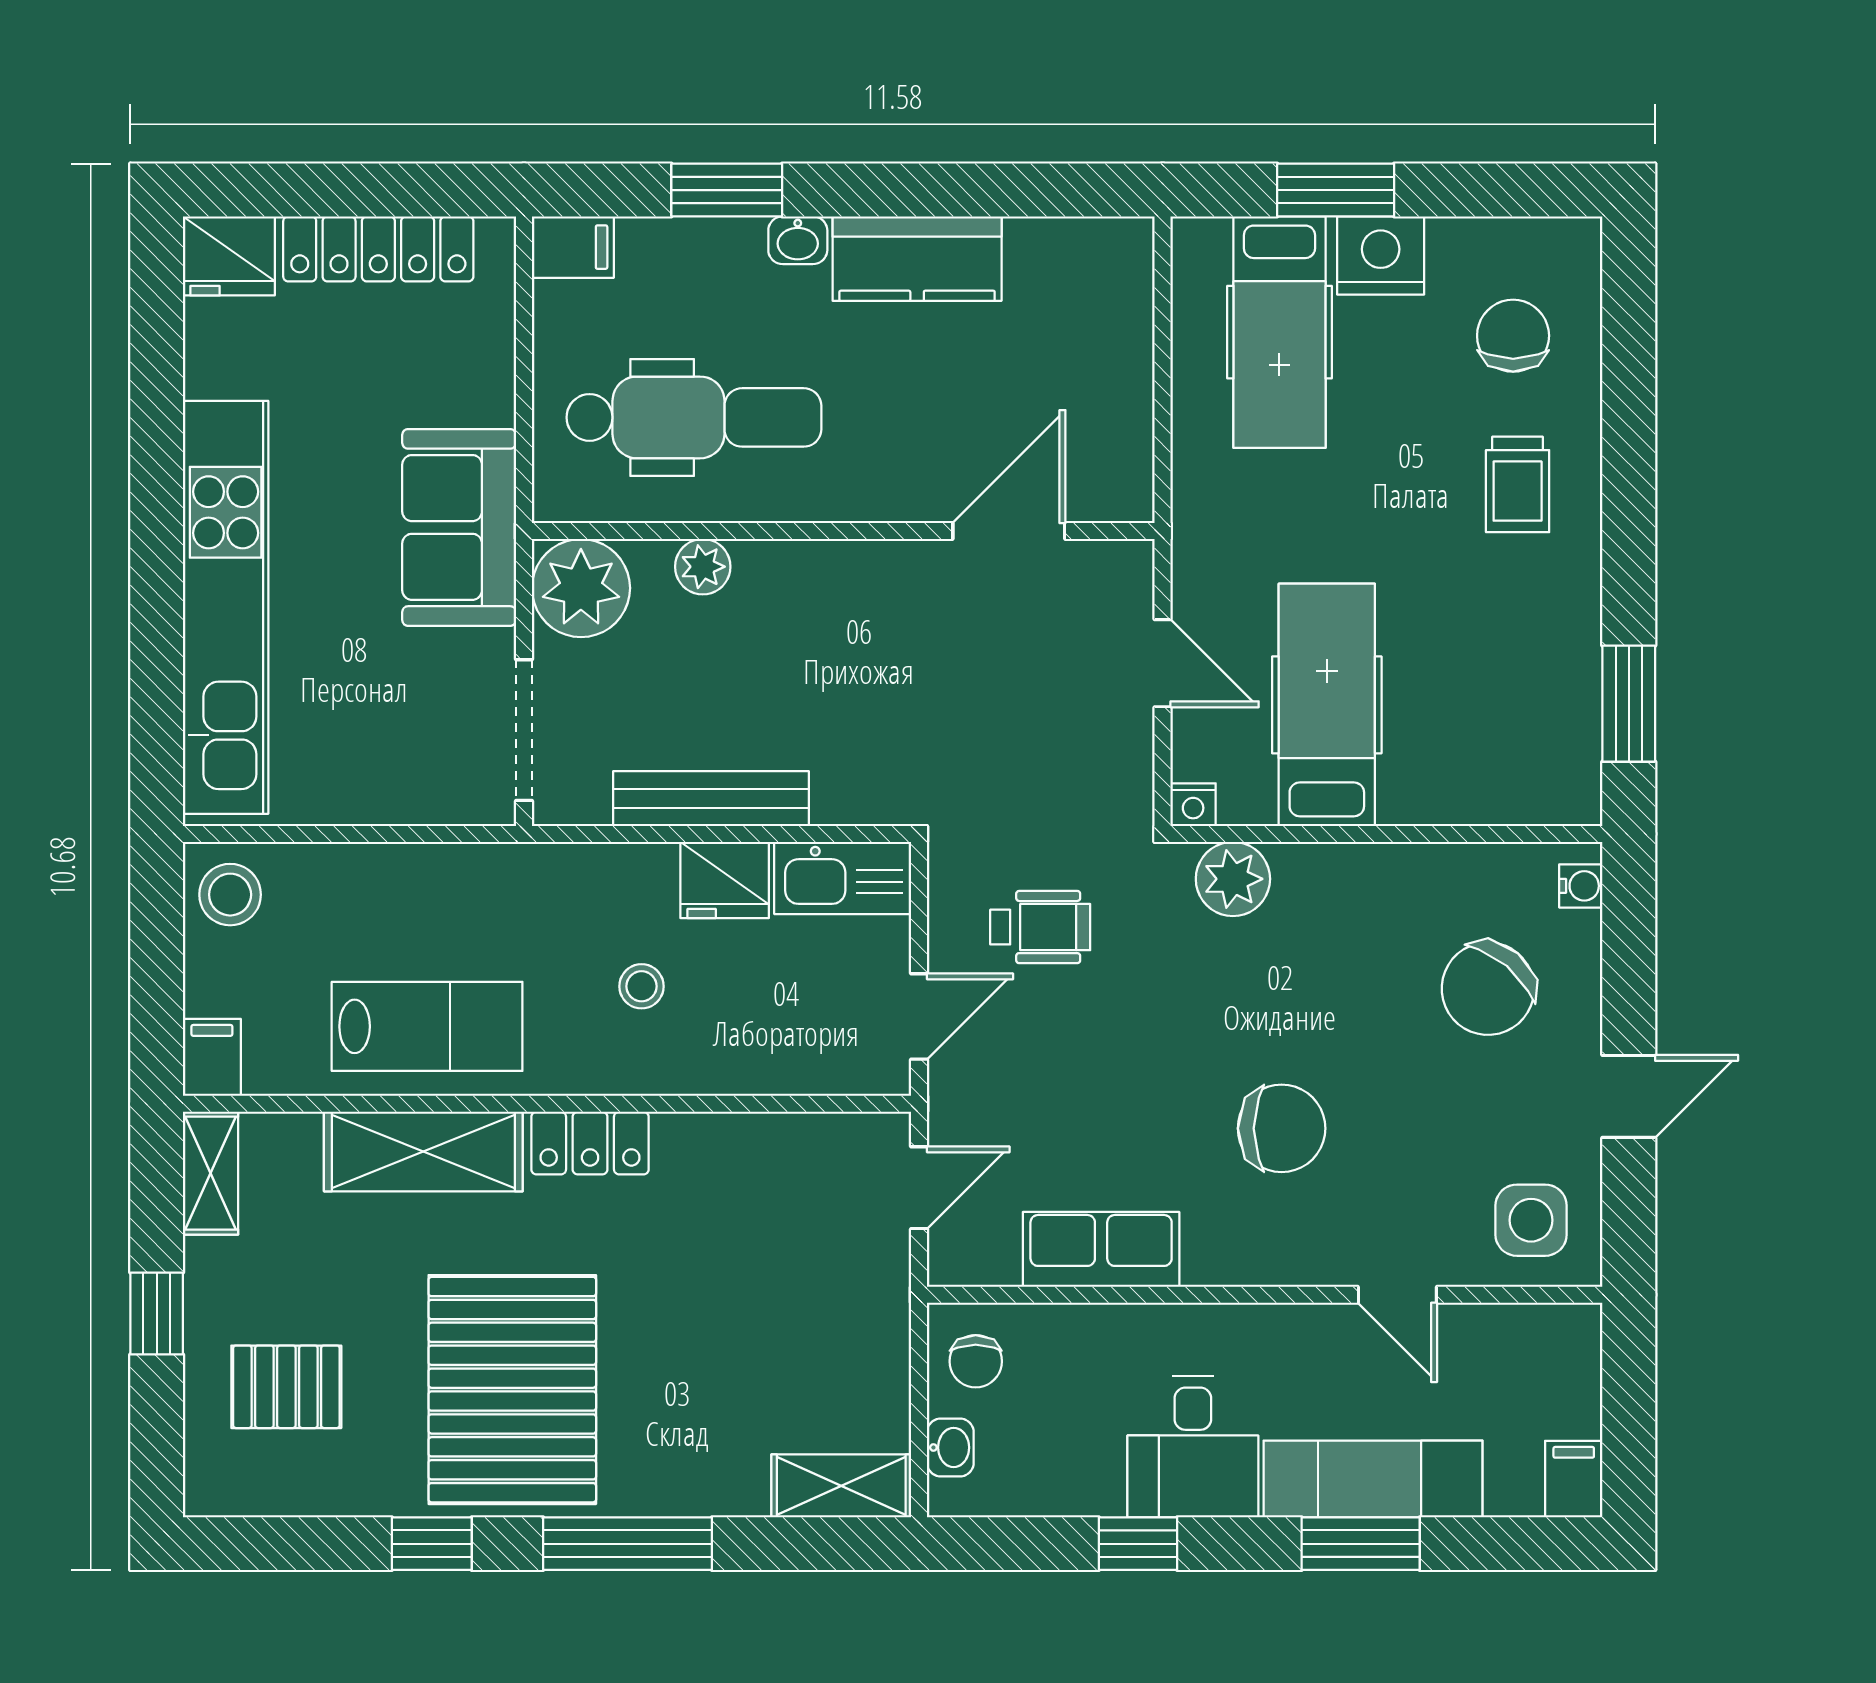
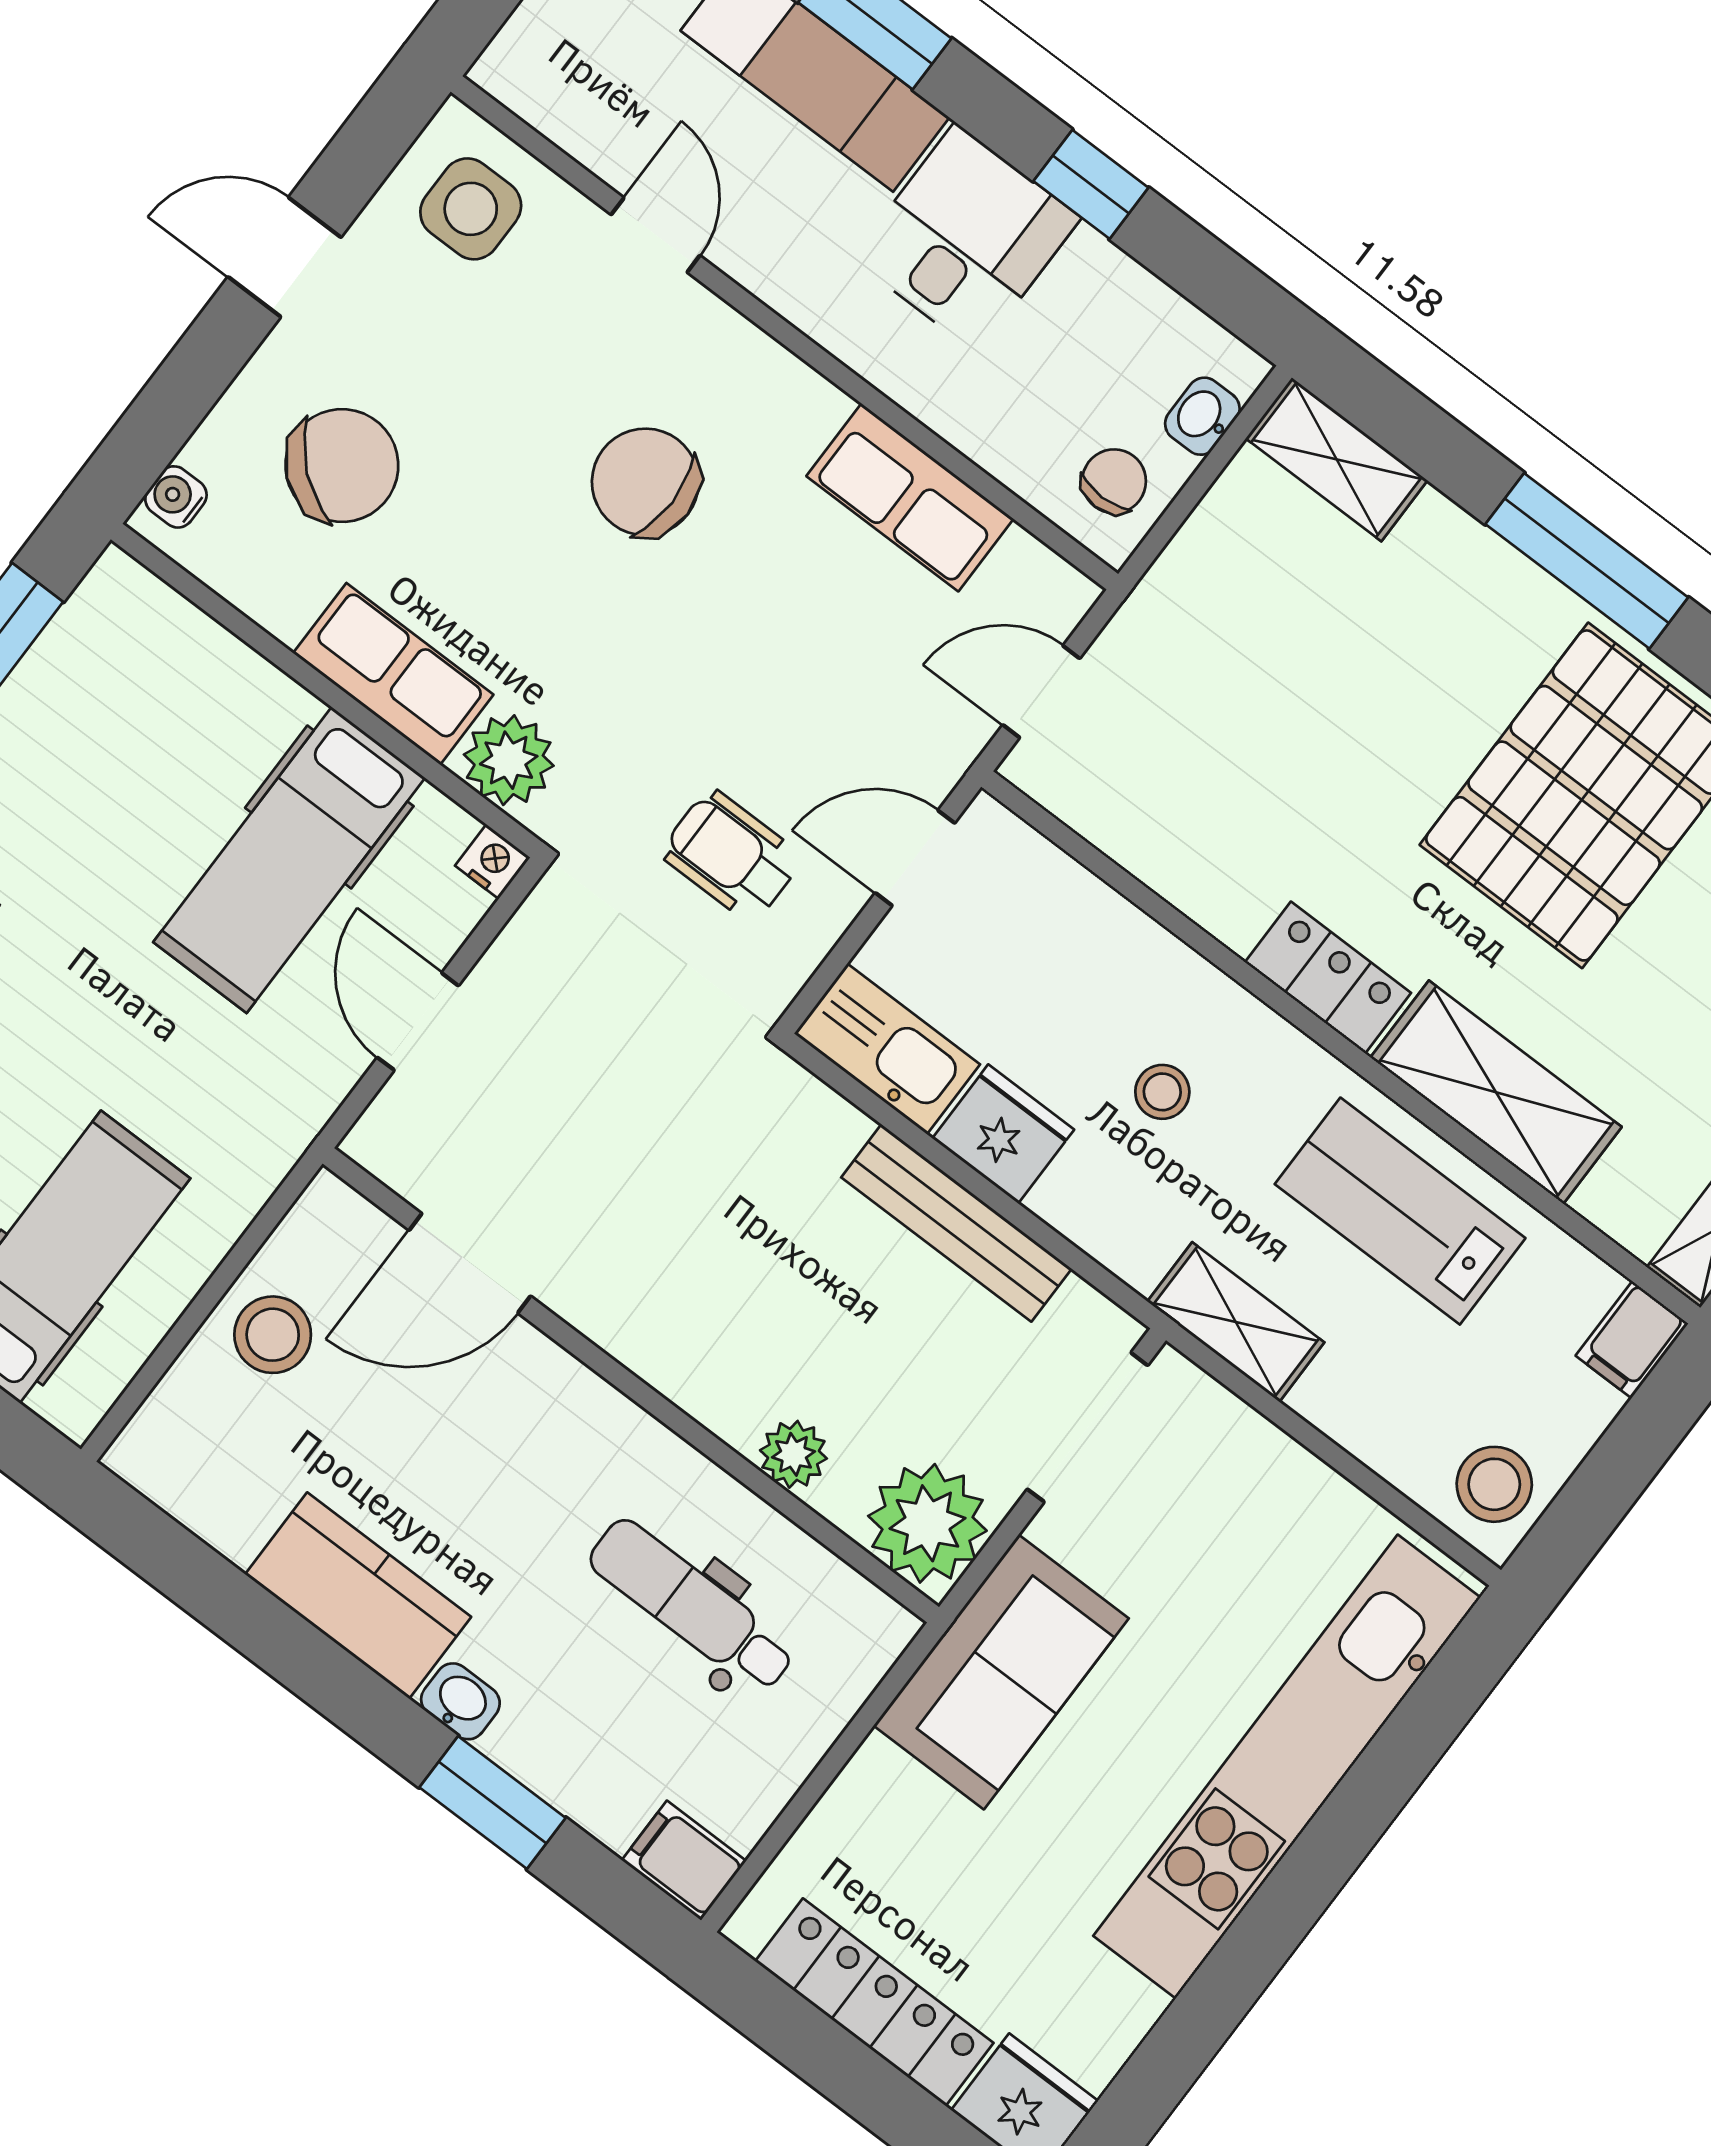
stool: (1102, 387) -> (273, 1335), added
dental chair: (694, 417) -> (692, 1606), width x0.73, depth x0.72
shelving: (479, 872) -> (1236, 1322), added
row of seats: (1351, 878) -> (393, 674), added

